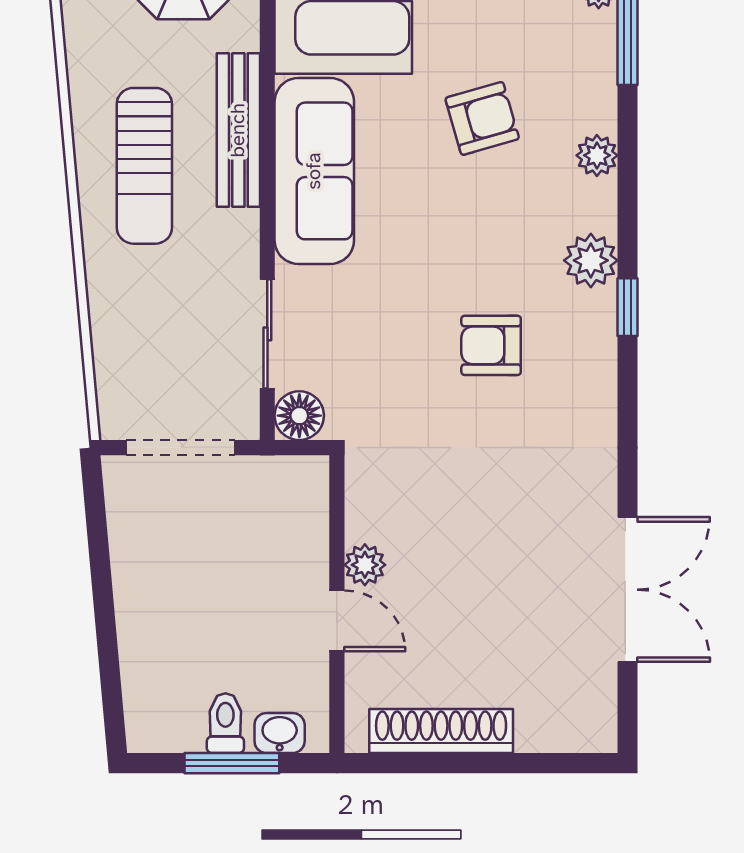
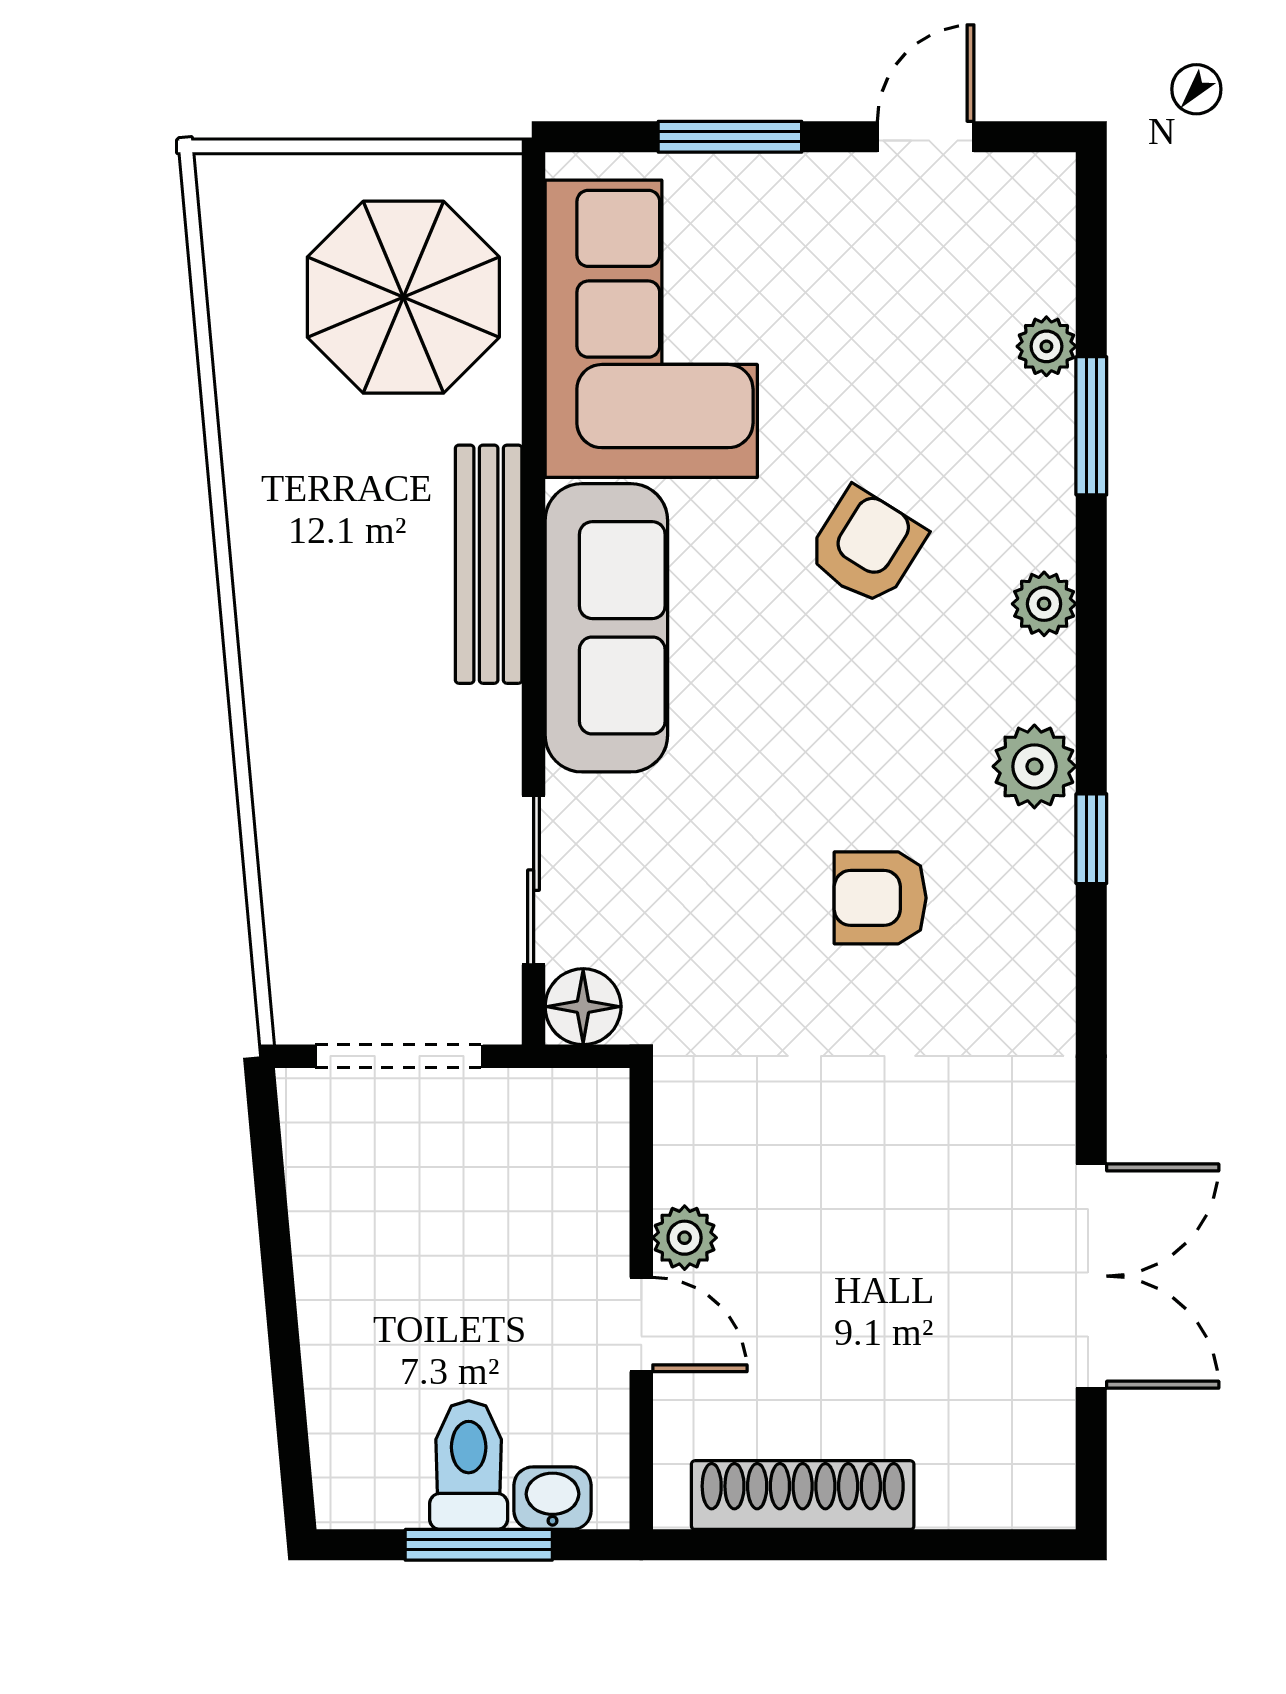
armchair: (482, 118) -> (866, 546), turned -42
sun lounger: (144, 166) -> (343, 620), removed
toilet: (225, 723) -> (469, 1465), width x1.37, depth x1.39

